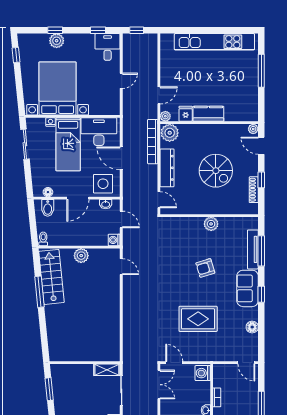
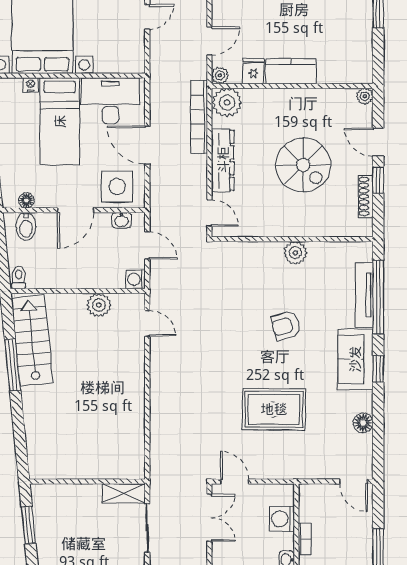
door: (261, 146) -> (378, 142), moved
window: (261, 251) -> (378, 297), width x1.46
plant: (81, 256) -> (99, 305), moved
washing machine: (203, 373) -> (282, 519), moved

